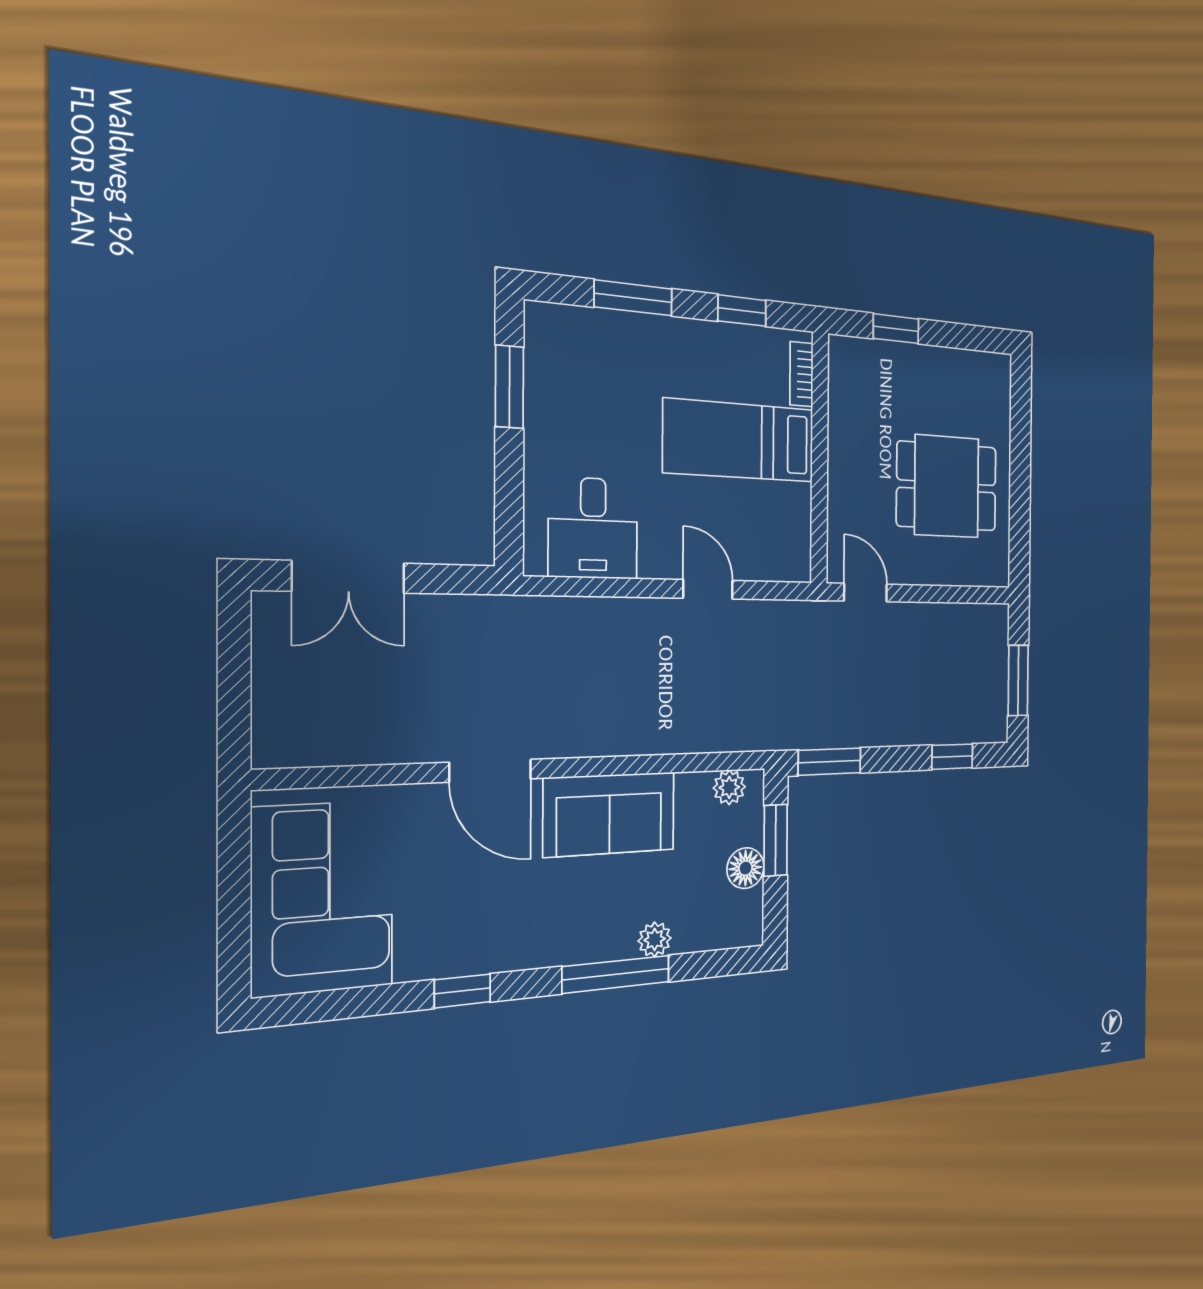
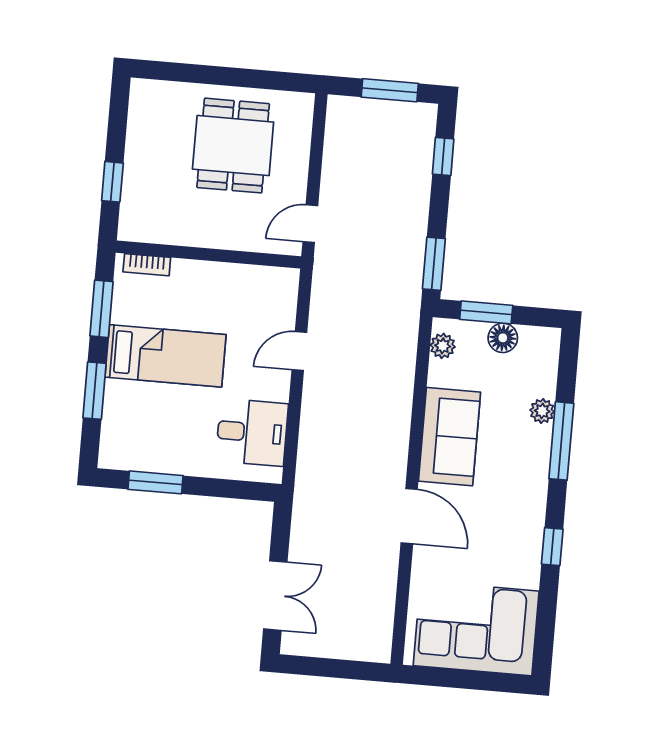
window: (742, 311) -> (102, 309), width x1.50
bed: (739, 441) -> (166, 356), moved, turned -90
door: (490, 771) -> (409, 516), hinge flipped

